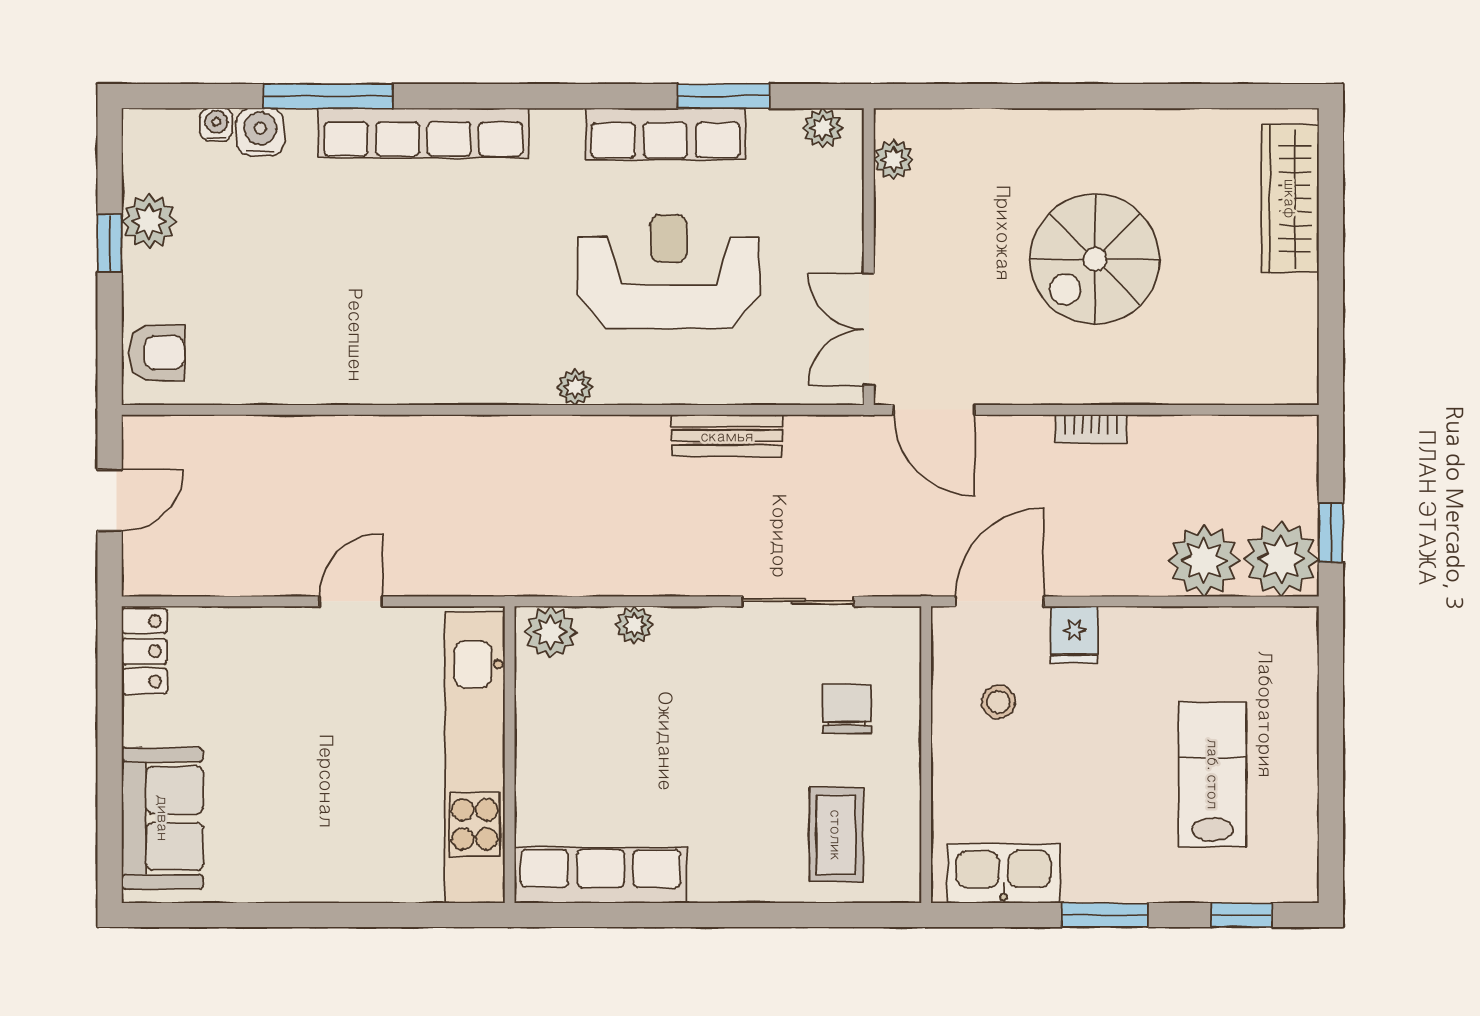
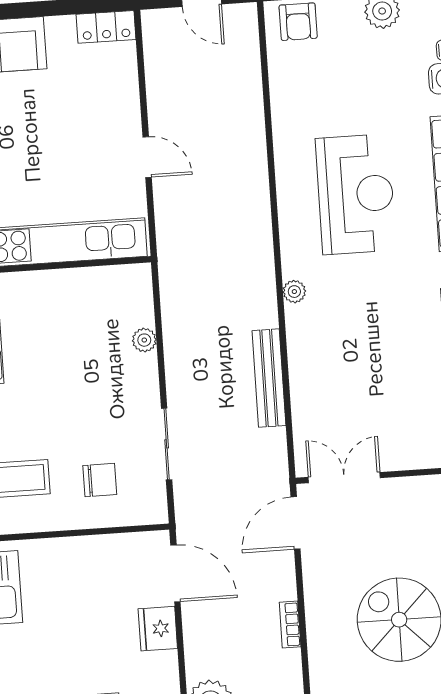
reception desk: (669, 271) -> (356, 194), moved
bench: (727, 436) -> (269, 378), width x1.36
plant: (551, 632) -> (136, 287), removed
fridge: (1074, 635) -> (158, 629), width x1.38
stool: (998, 702) -> (111, 577), removed

